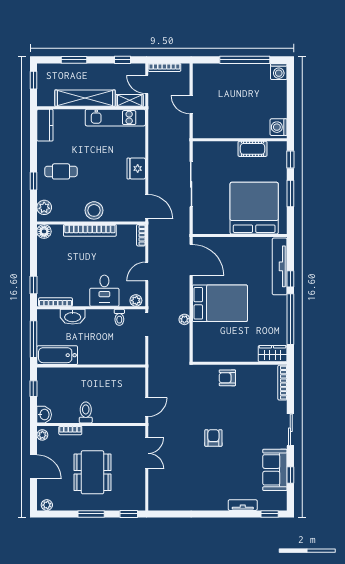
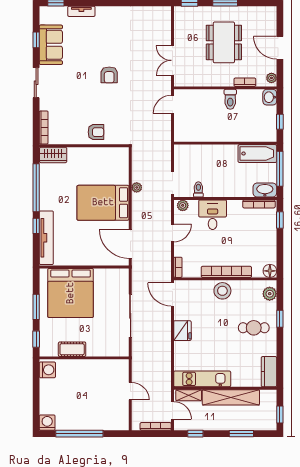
washbasin: (73, 317) -> (265, 190), moved
plant: (47, 505) -> (267, 11), removed

